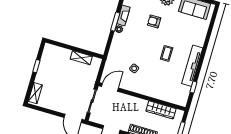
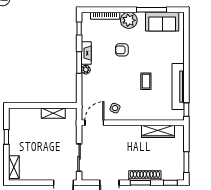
door: (110, 87) -> (94, 123), moved
wall: (142, 97) -> (133, 123), moved
wardrobe: (161, 110) -> (158, 131), moved

